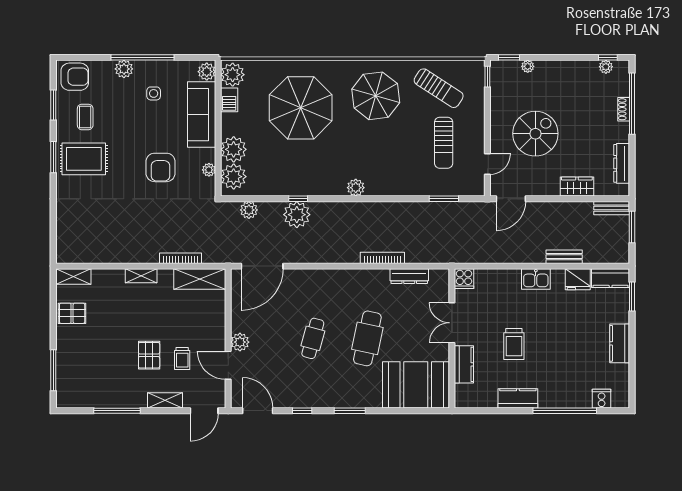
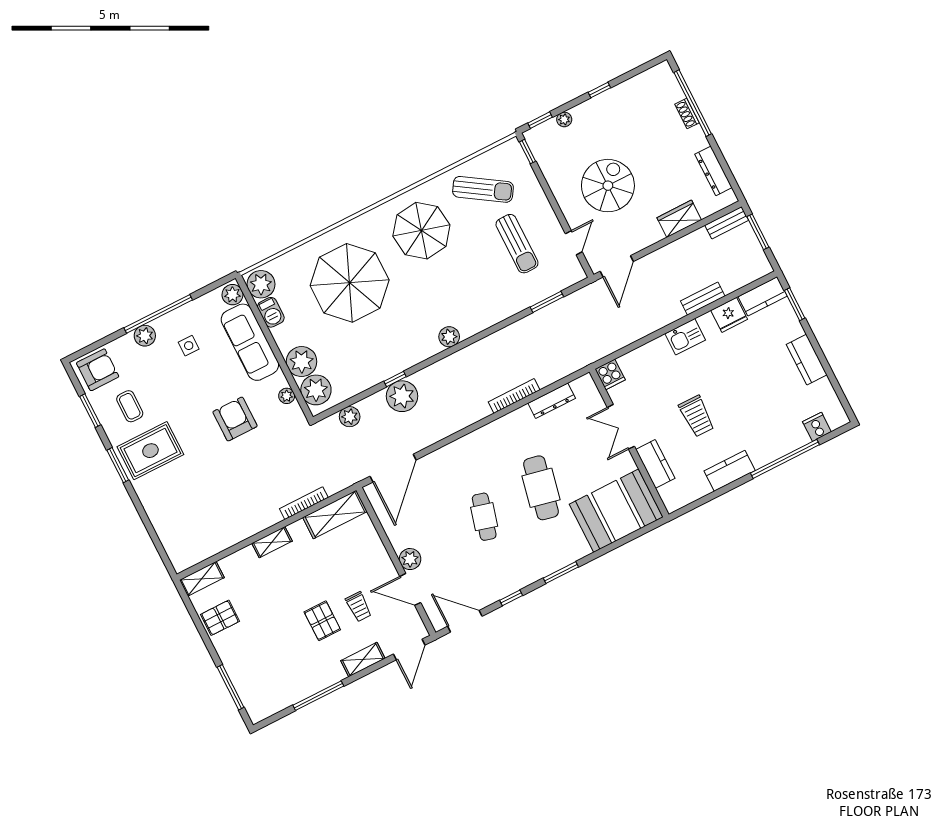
window: (608, 57) -> (599, 90), moved
plant: (606, 67) -> (646, 79), removed
armchair: (161, 167) -> (235, 419), turned 180

